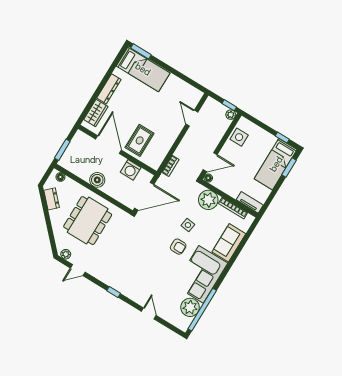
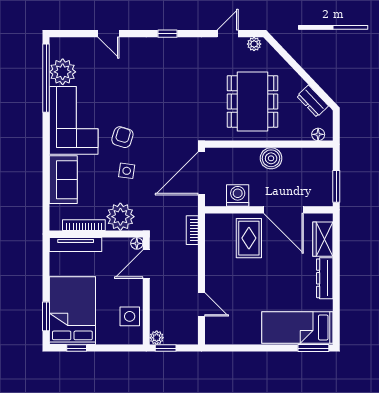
window: (62, 150) -> (336, 186), moved
bed: (276, 164) -> (72, 311), width x1.50
tv unit: (250, 202) -> (76, 245), width x1.41
armchair: (178, 247) -> (122, 137), turned 107

